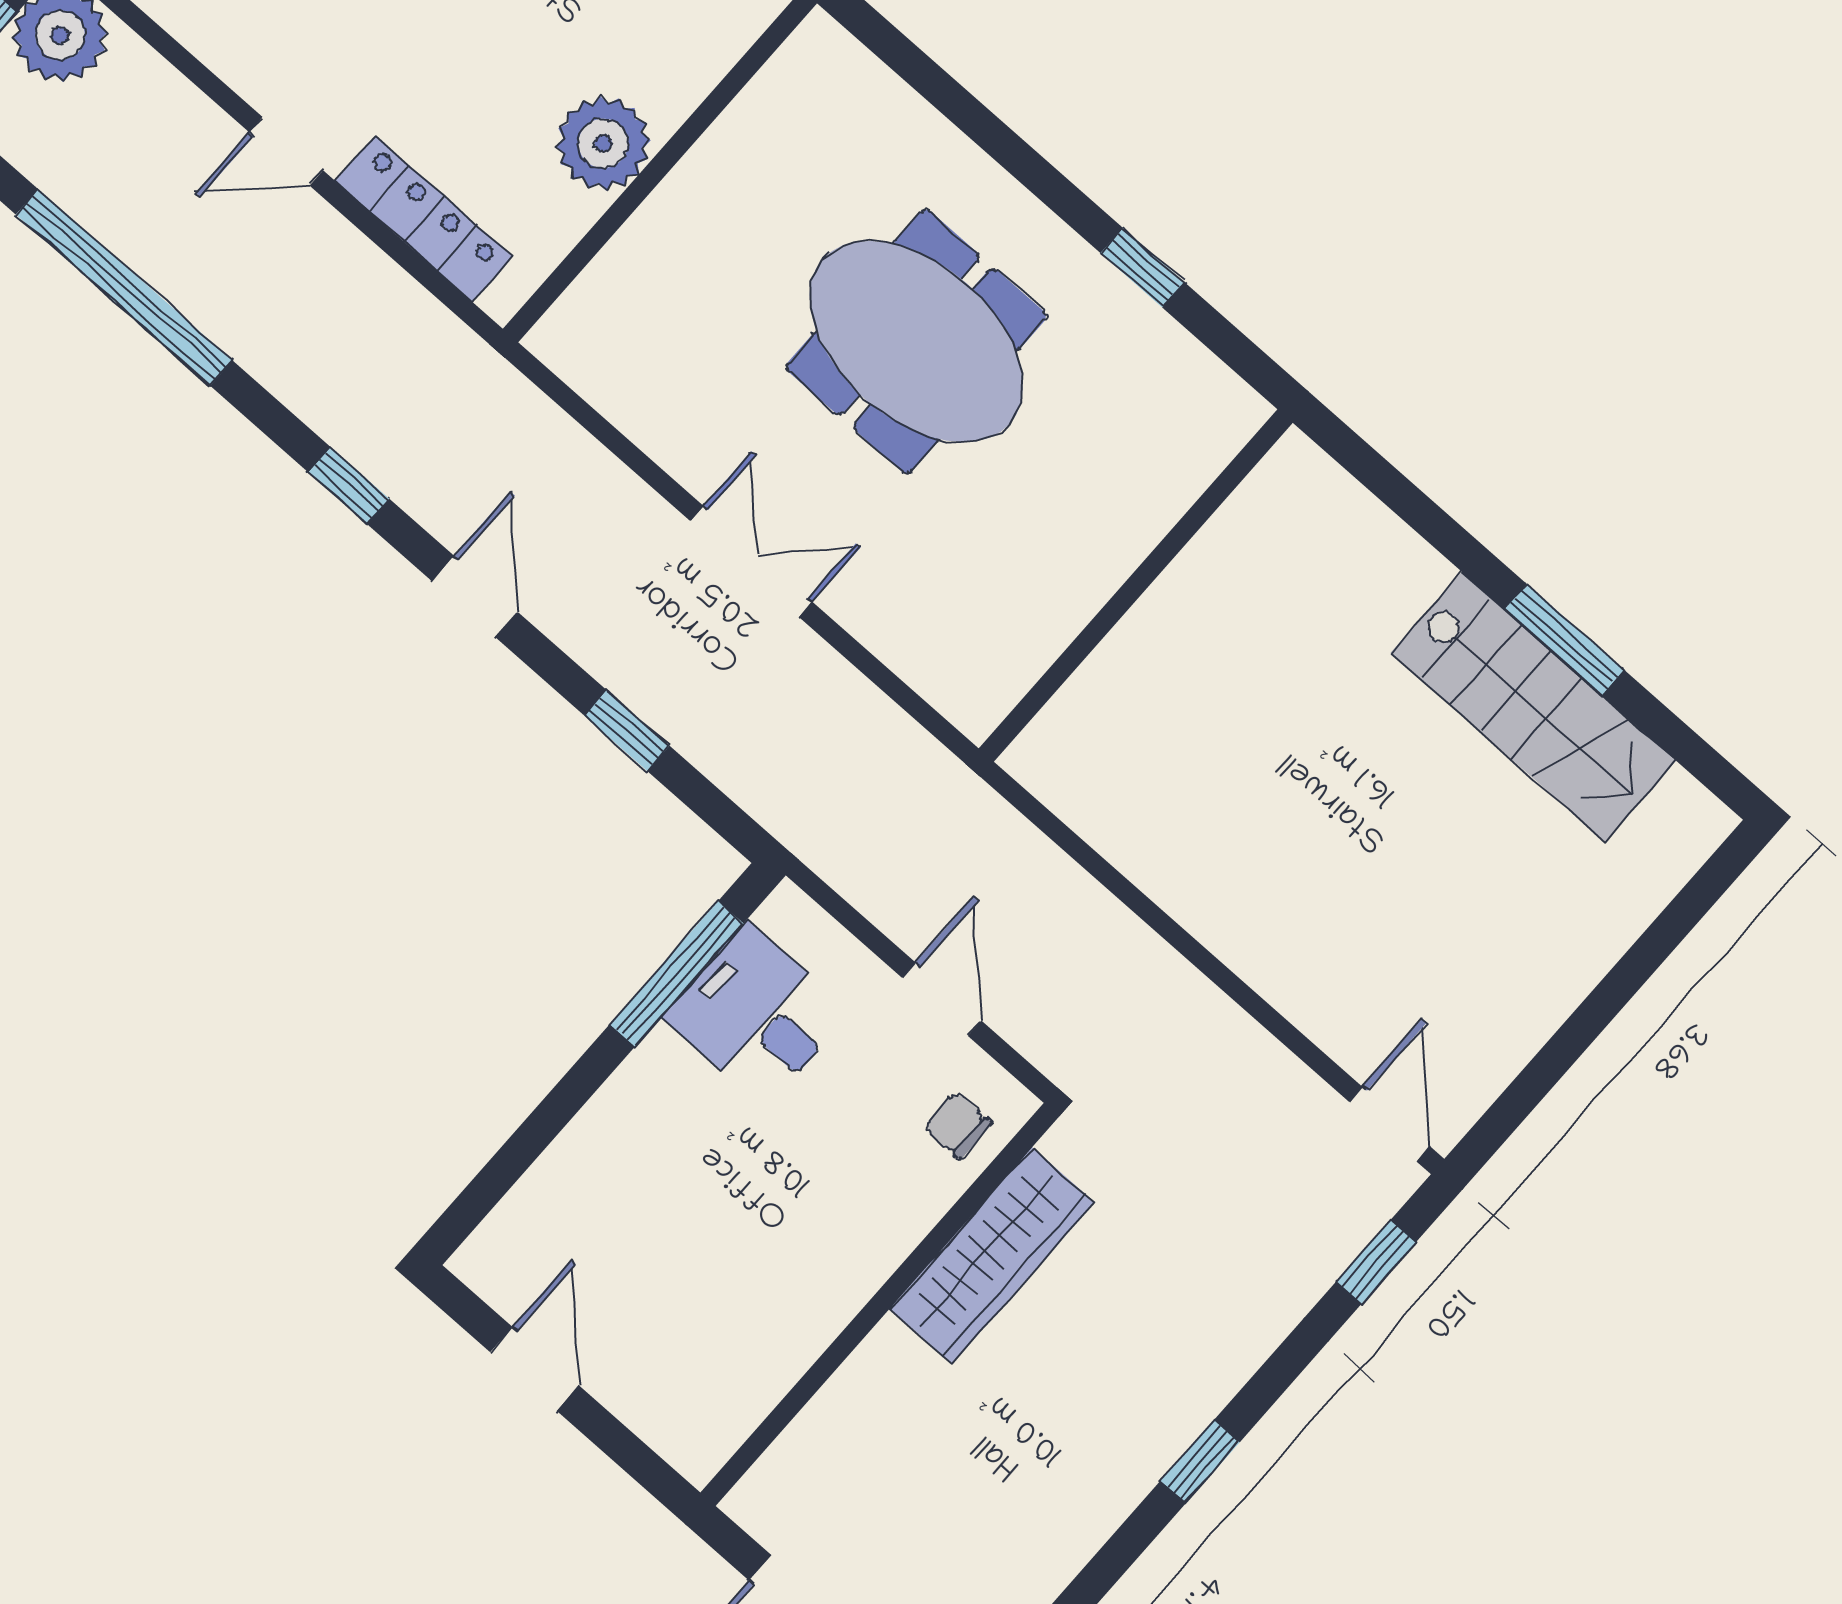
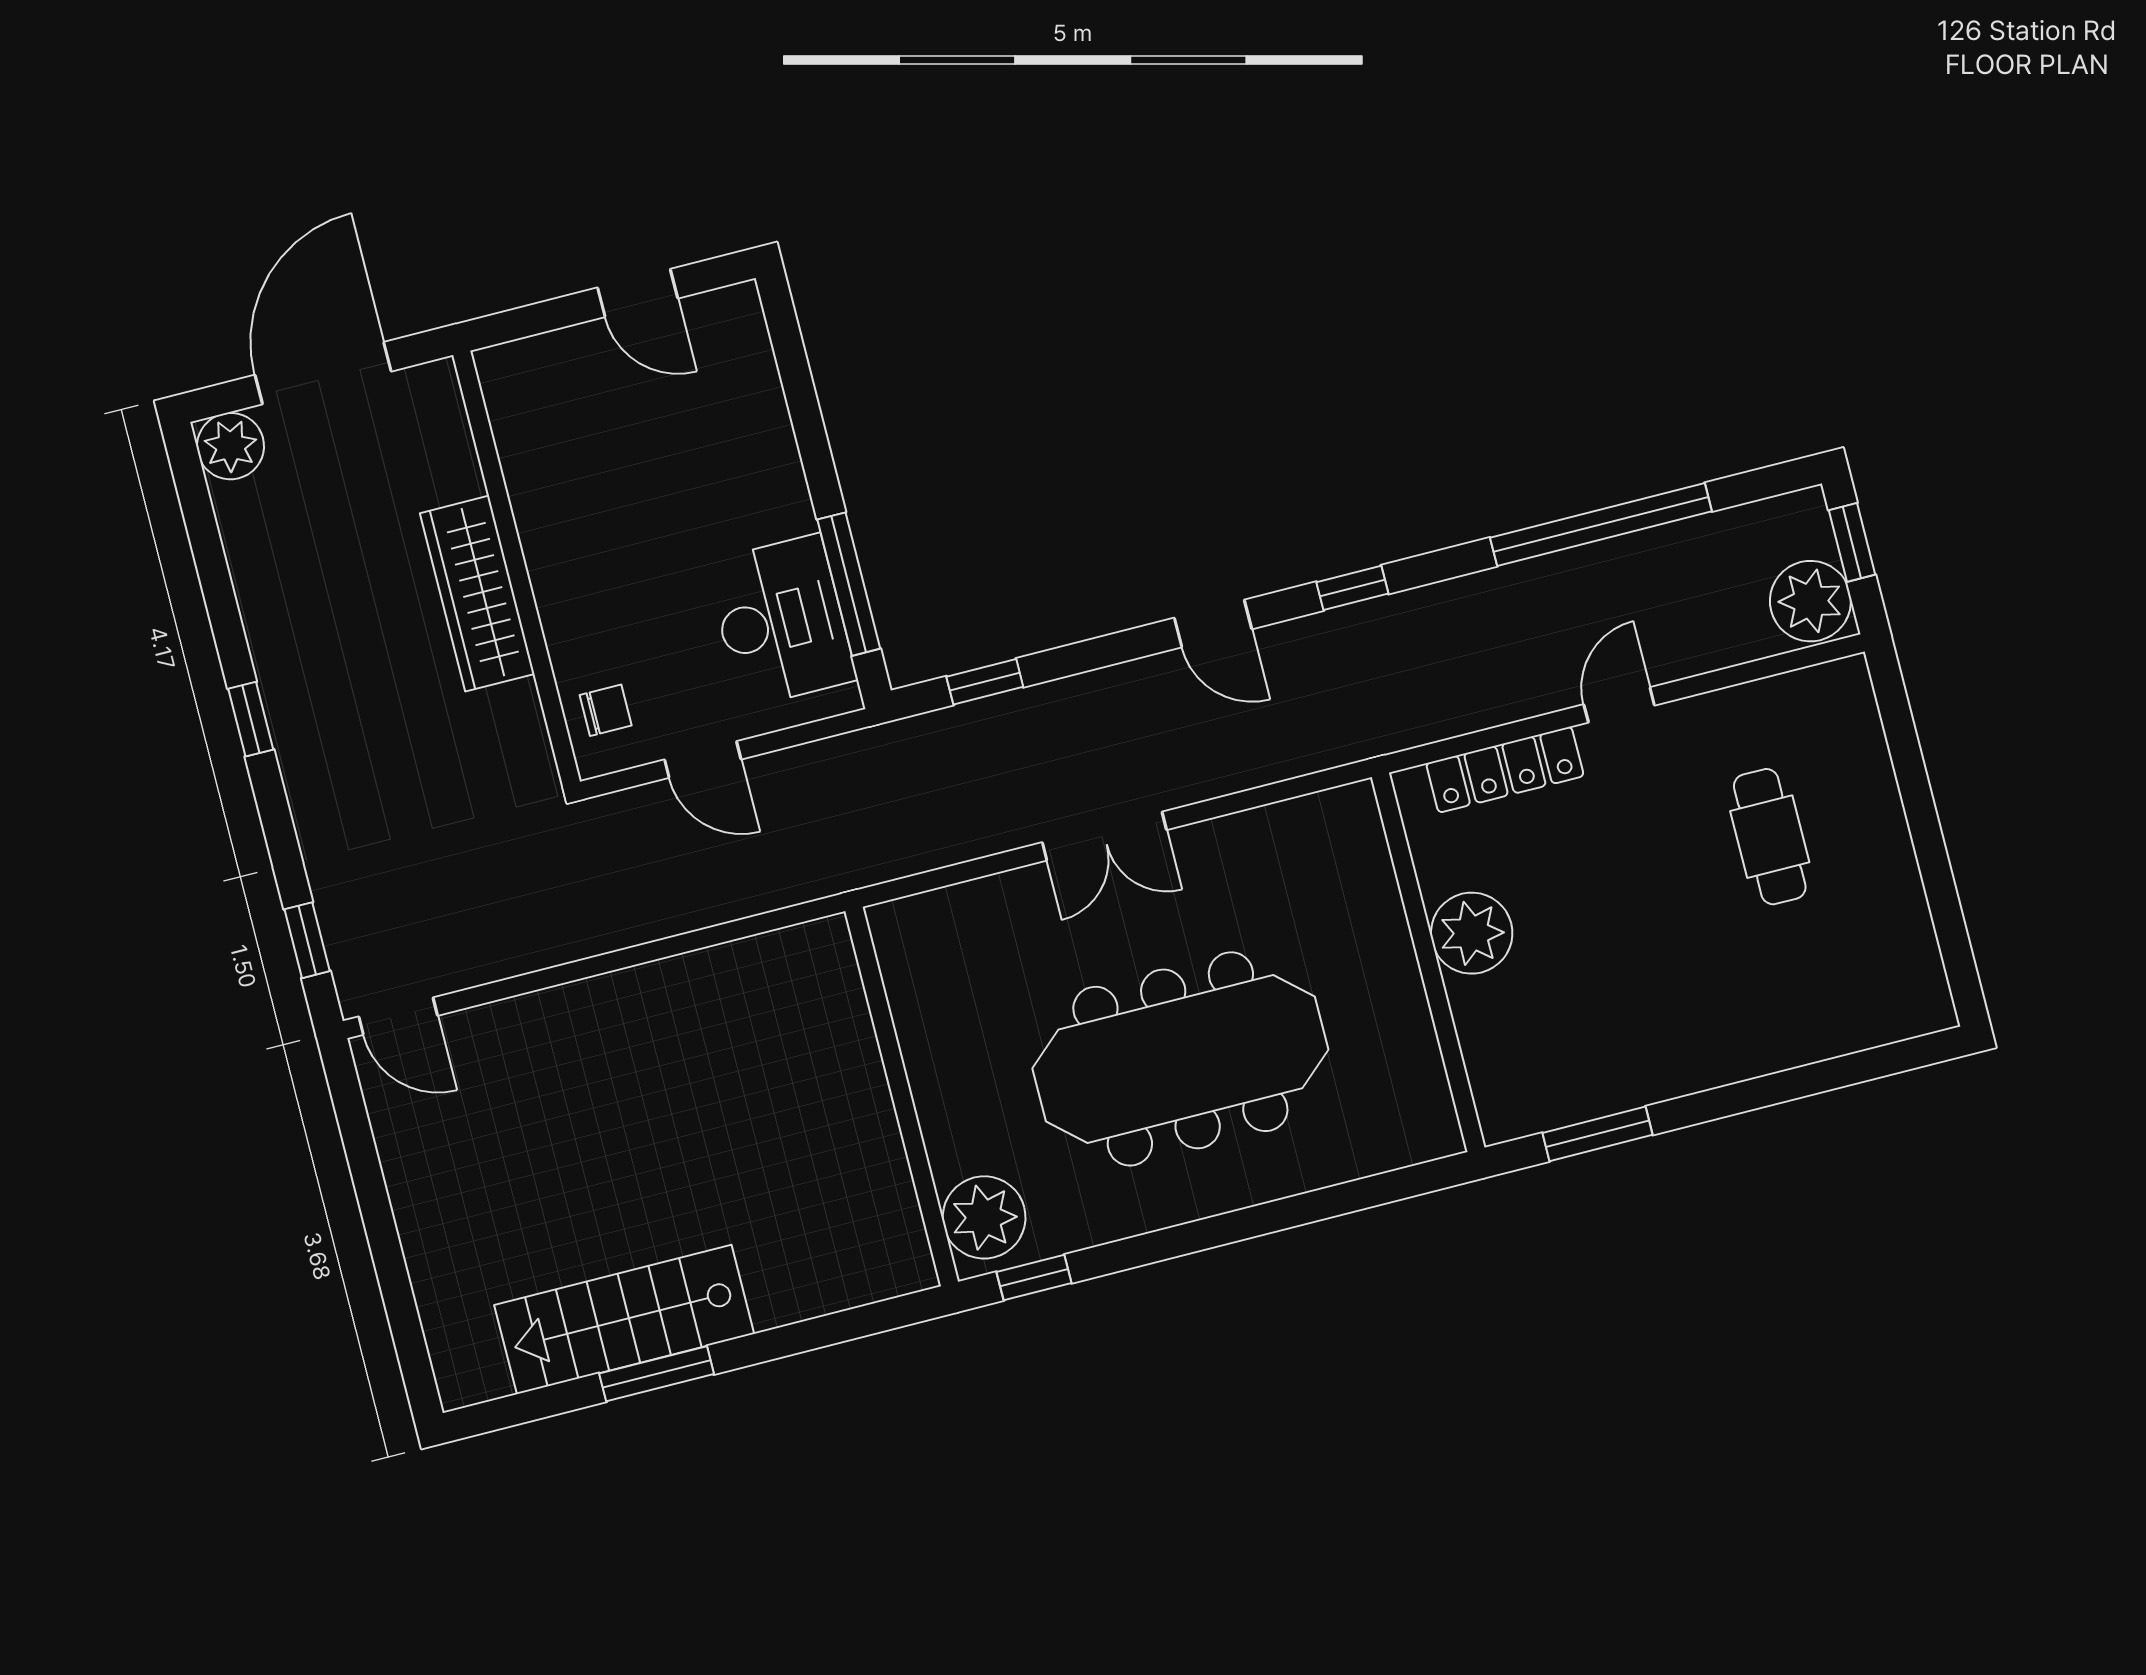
window: (1143, 268) -> (1034, 1278), moved
meeting table: (916, 341) -> (1180, 1059), width x1.36
plant: (1198, 427) -> (984, 1217), added
window: (627, 731) -> (985, 682), moved
desk: (756, 1015) -> (781, 621), width x1.37
wardrobe: (992, 1255) -> (477, 594), moved

